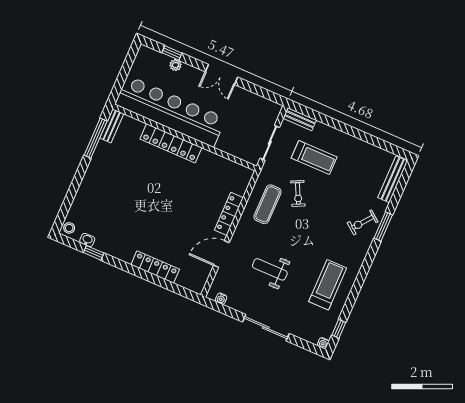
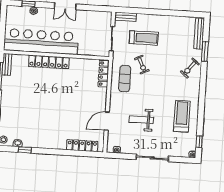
locker: (229, 214) -> (104, 74), moved
window: (383, 226) -> (205, 51), moved
locker: (155, 267) -> (82, 146), moved

